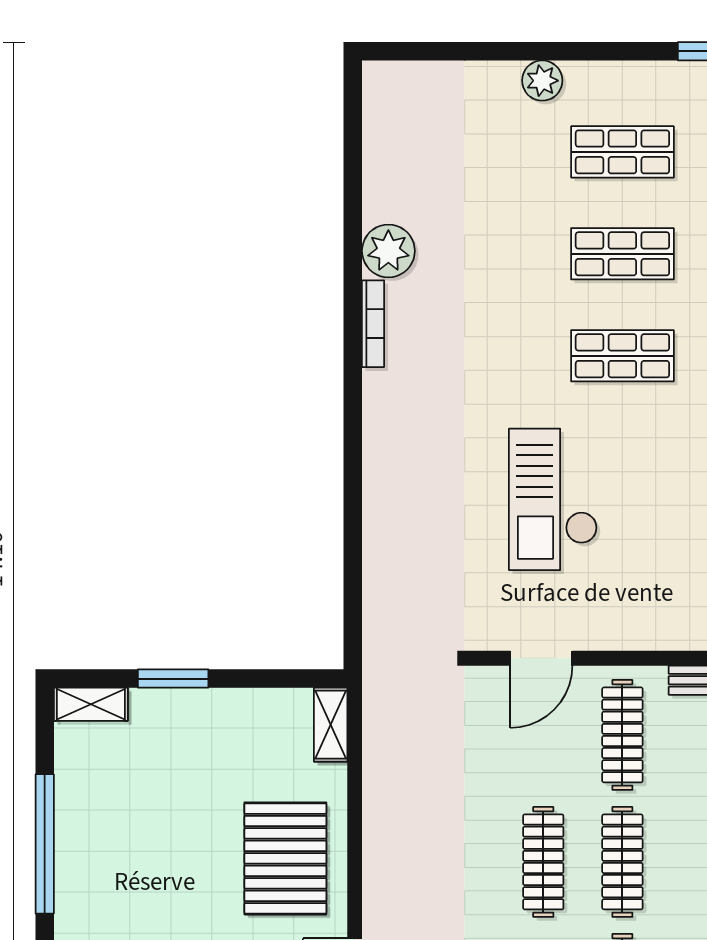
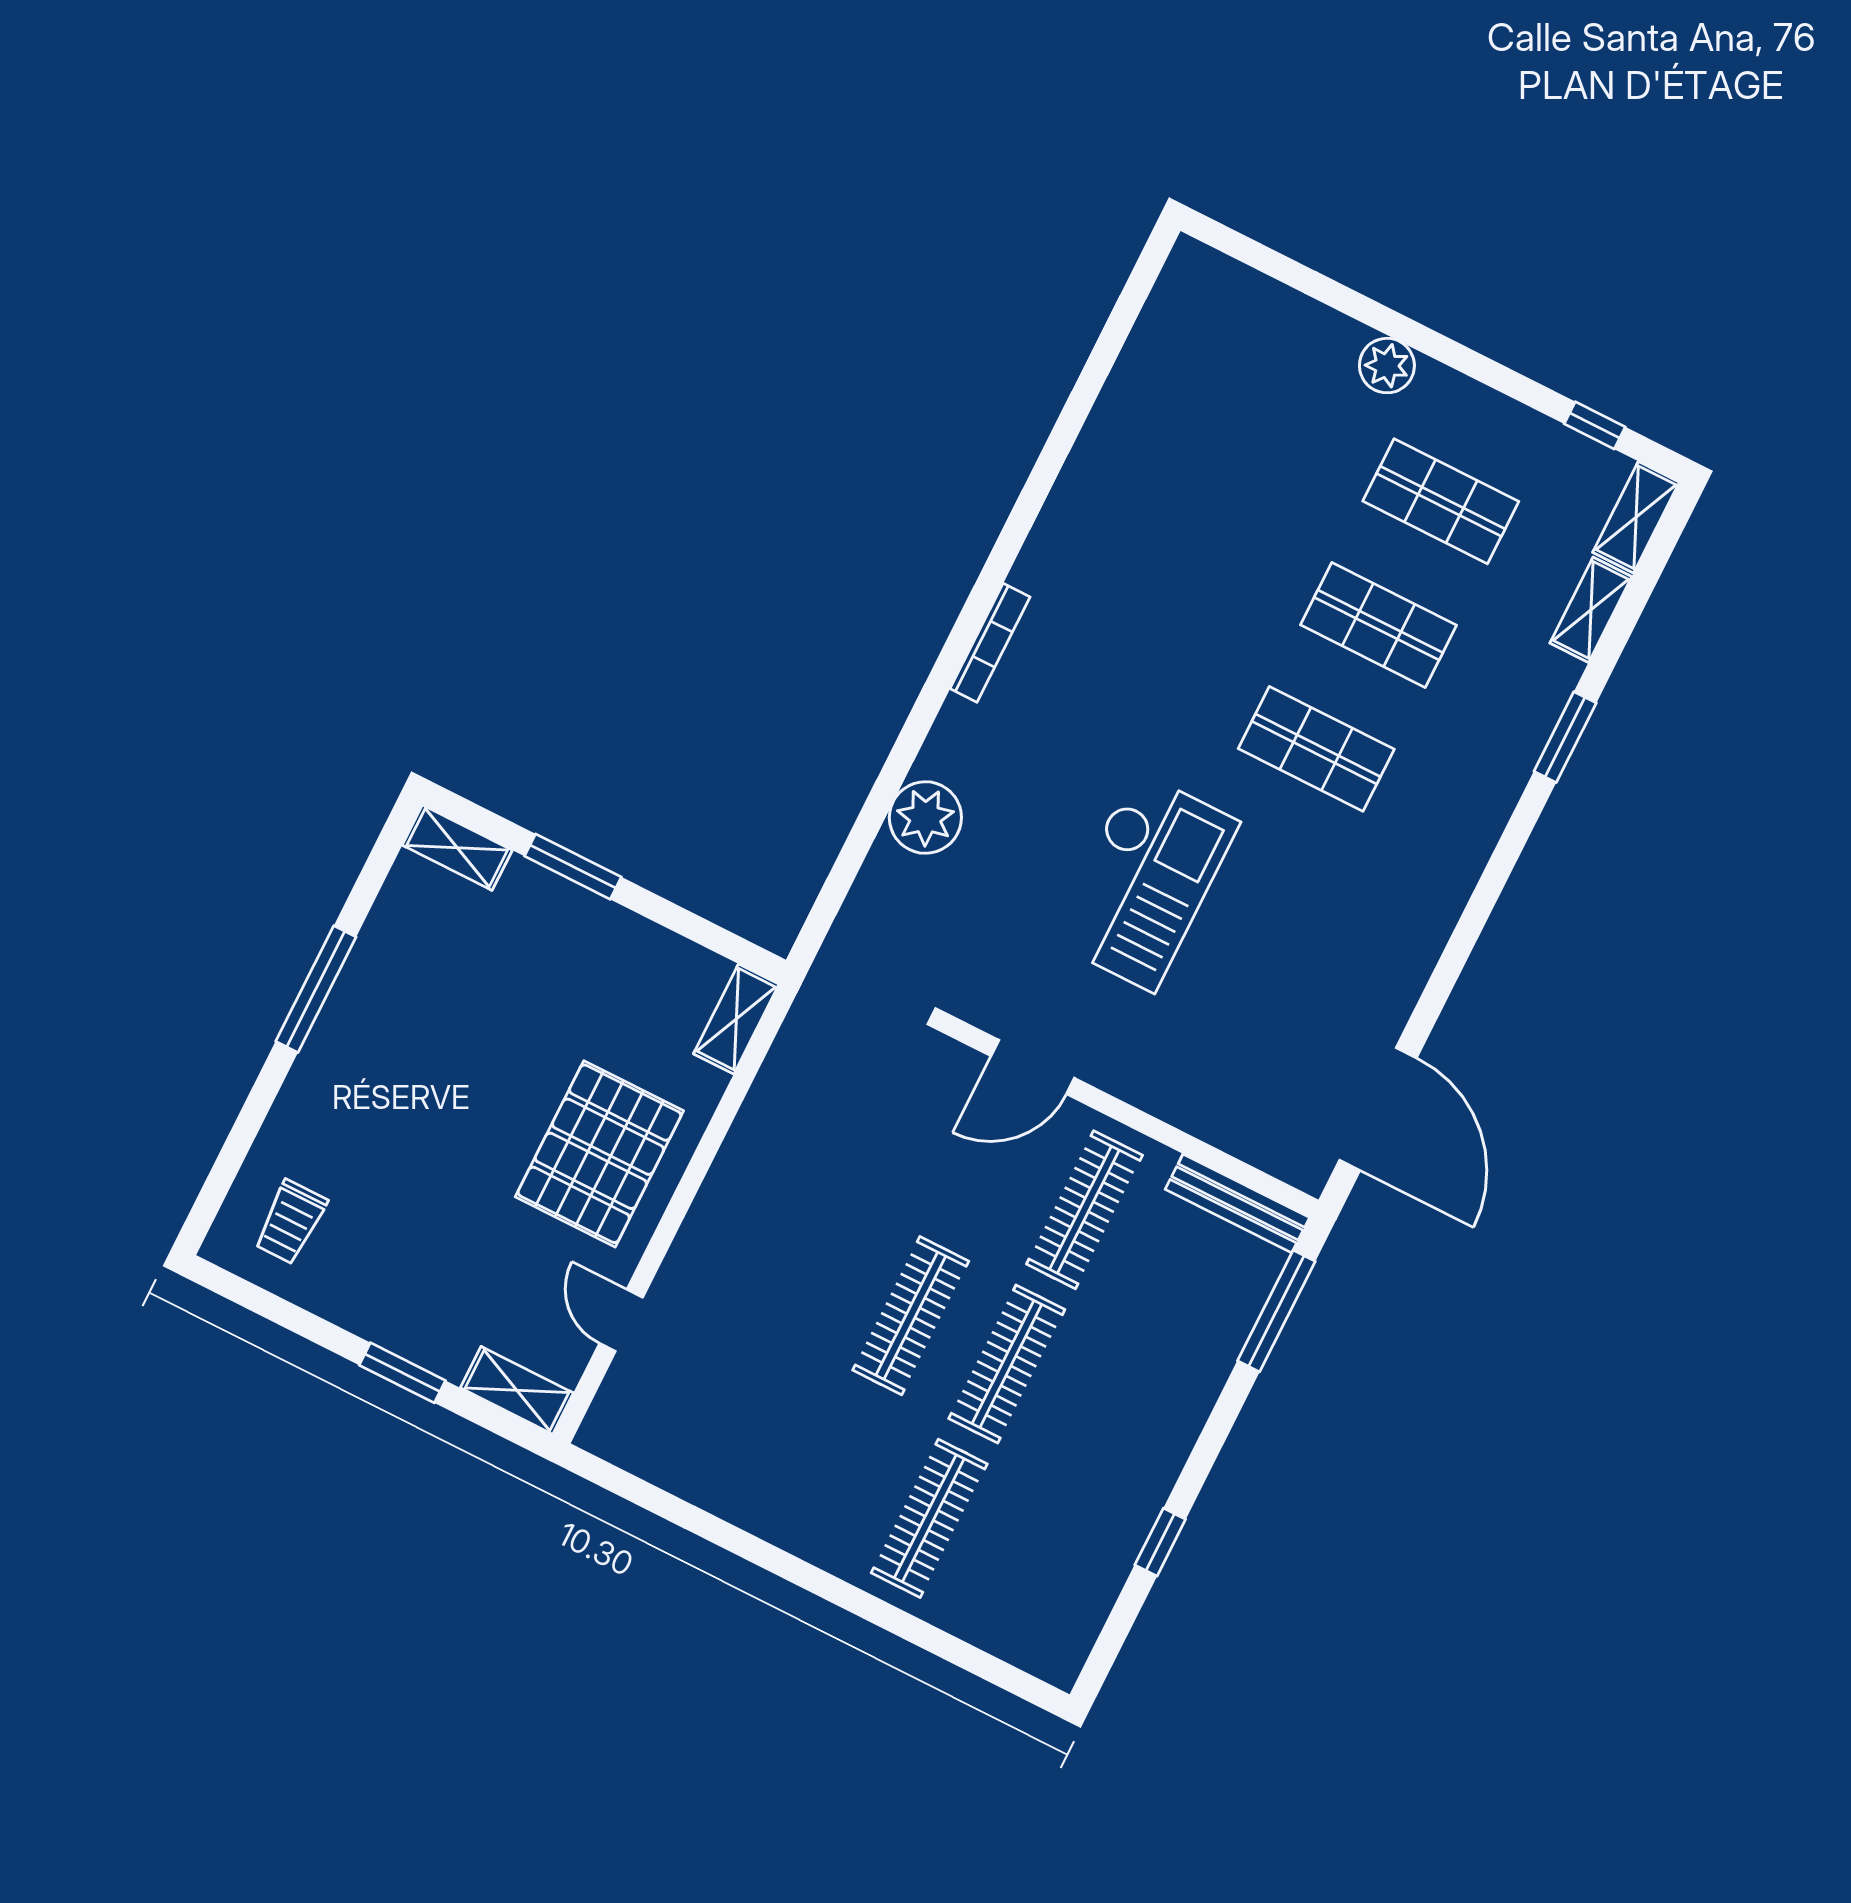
plant: (388, 251) -> (925, 818), moved
bookcase: (373, 324) -> (990, 643), moved
checkout: (553, 499) -> (1144, 881), turned 180
window: (45, 844) -> (316, 989), width x0.68

